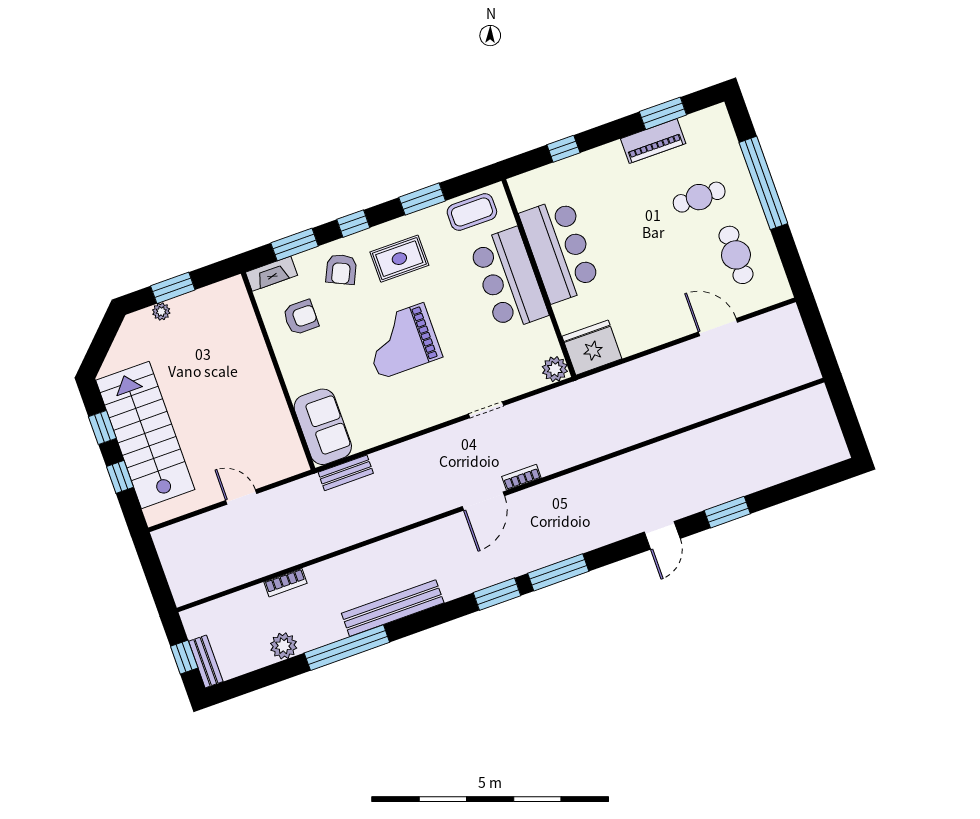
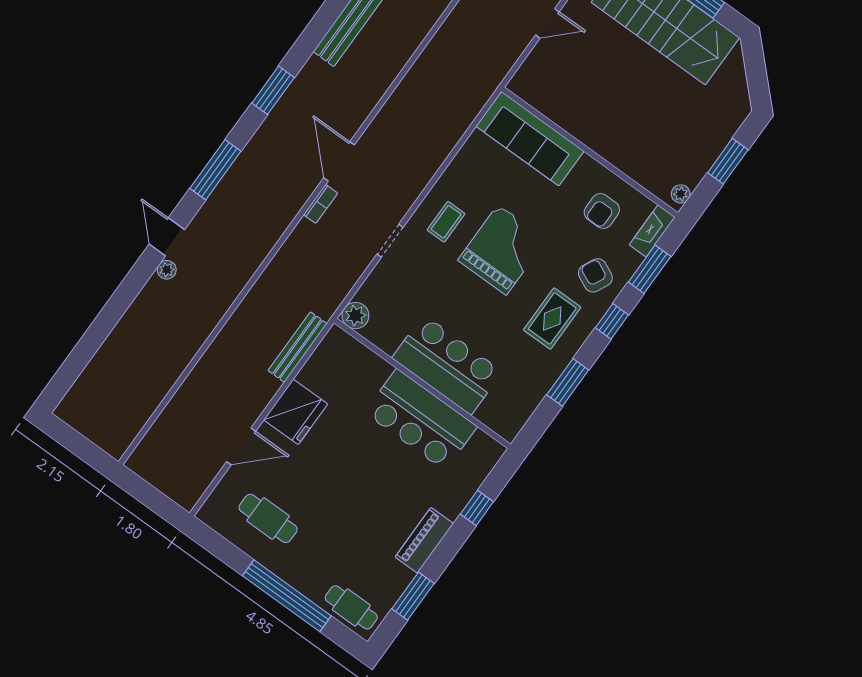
piano: (653, 141) -> (424, 540), moved
cafe table: (699, 197) -> (351, 607), moved, turned 90
coffee table: (472, 212) -> (446, 222), moved, width x0.73, depth x0.77
plant: (161, 312) -> (681, 194), moved
fridge: (592, 348) -> (296, 412), moved
sofa: (323, 427) -> (530, 139), width x1.36
bench: (346, 473) -> (297, 347), moved, width x1.36
plant: (680, 509) -> (167, 270), added
window: (727, 512) -> (125, 295), removed
window: (558, 572) -> (215, 170), moved

